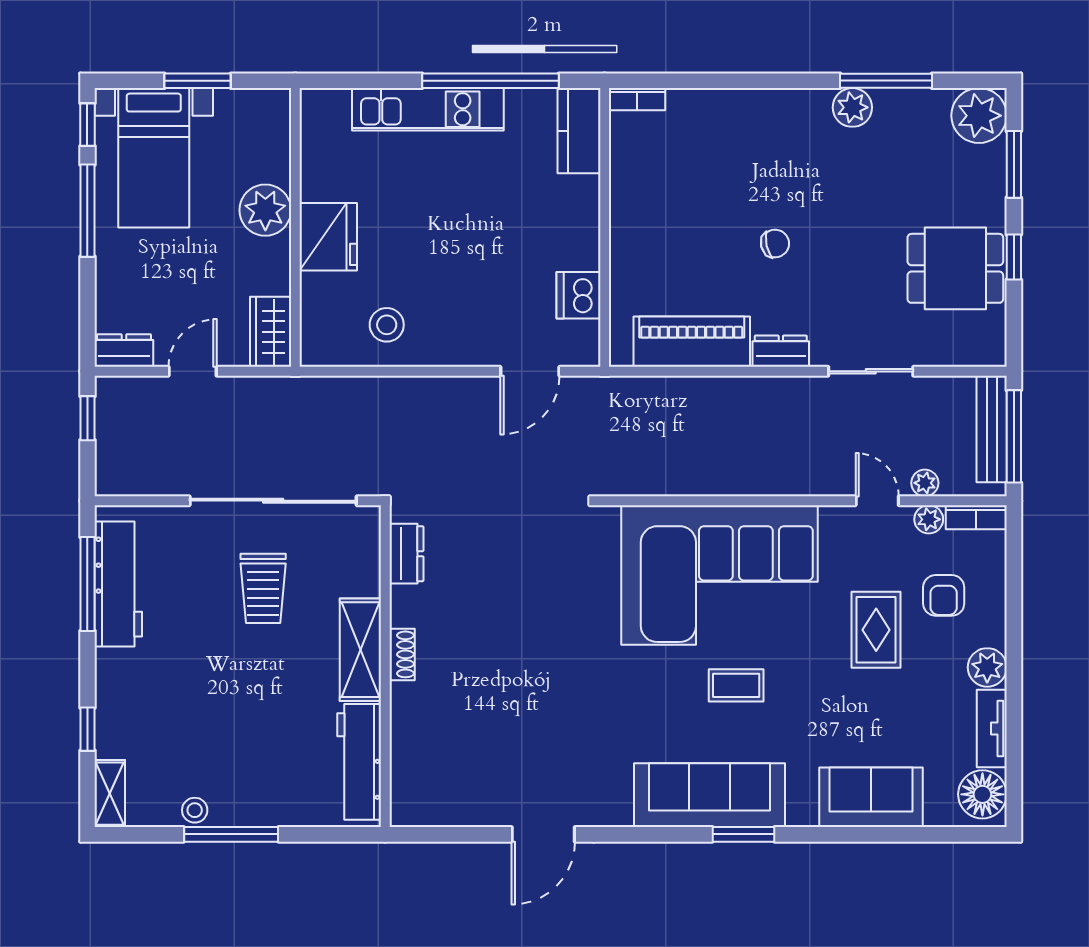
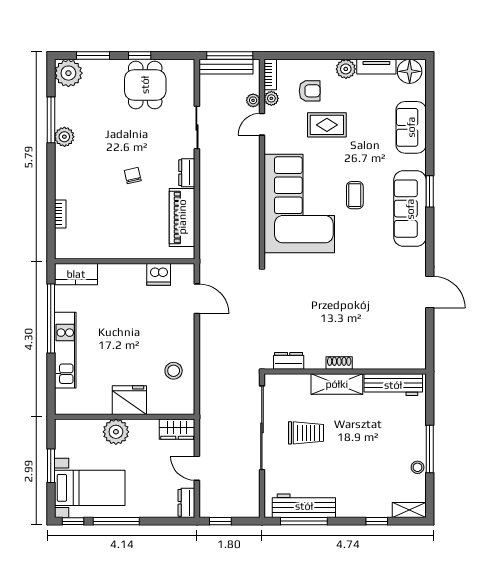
bookcase: (637, 99) -> (60, 214), moved

